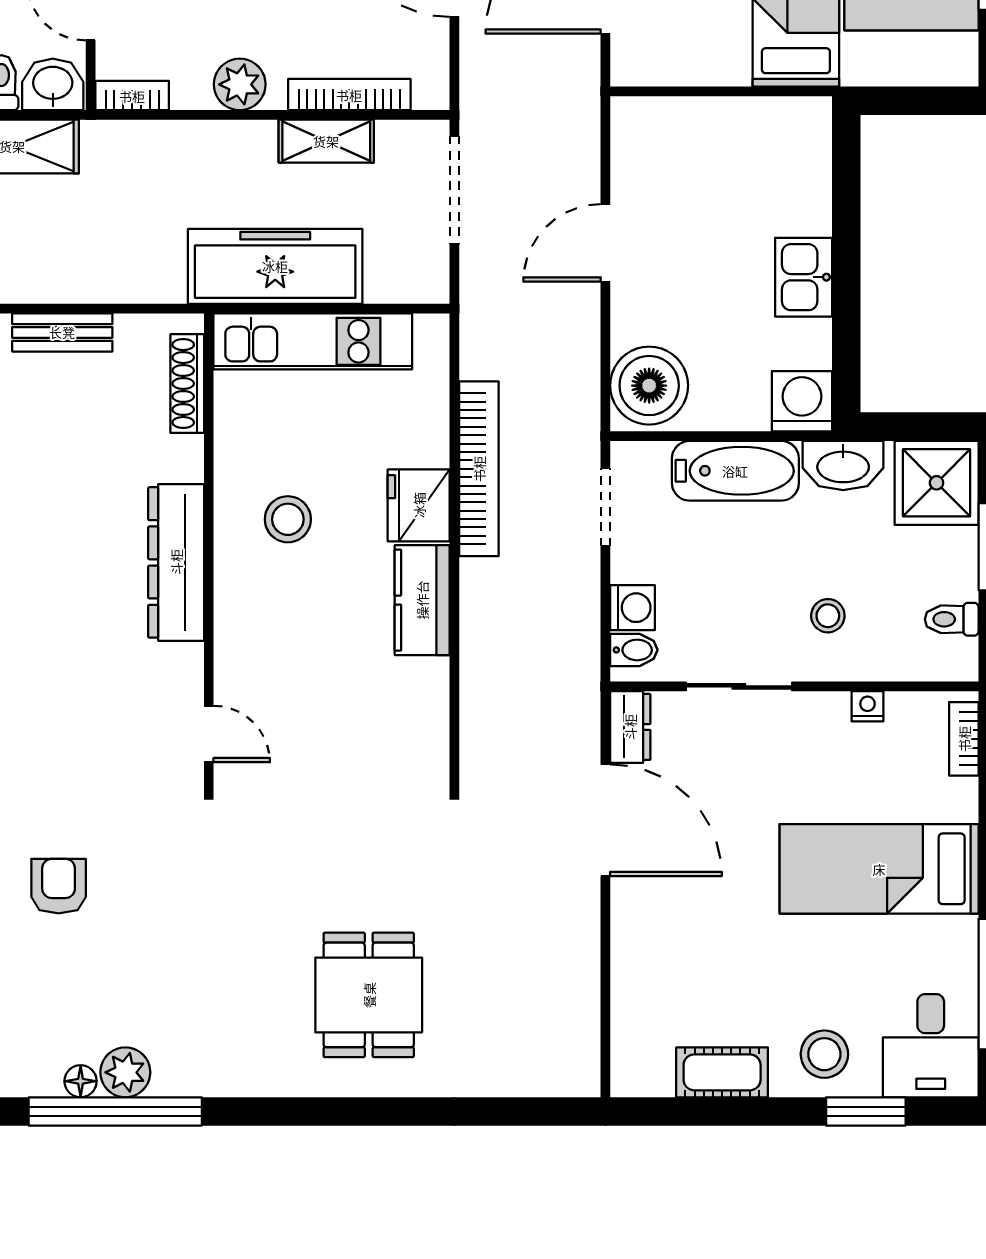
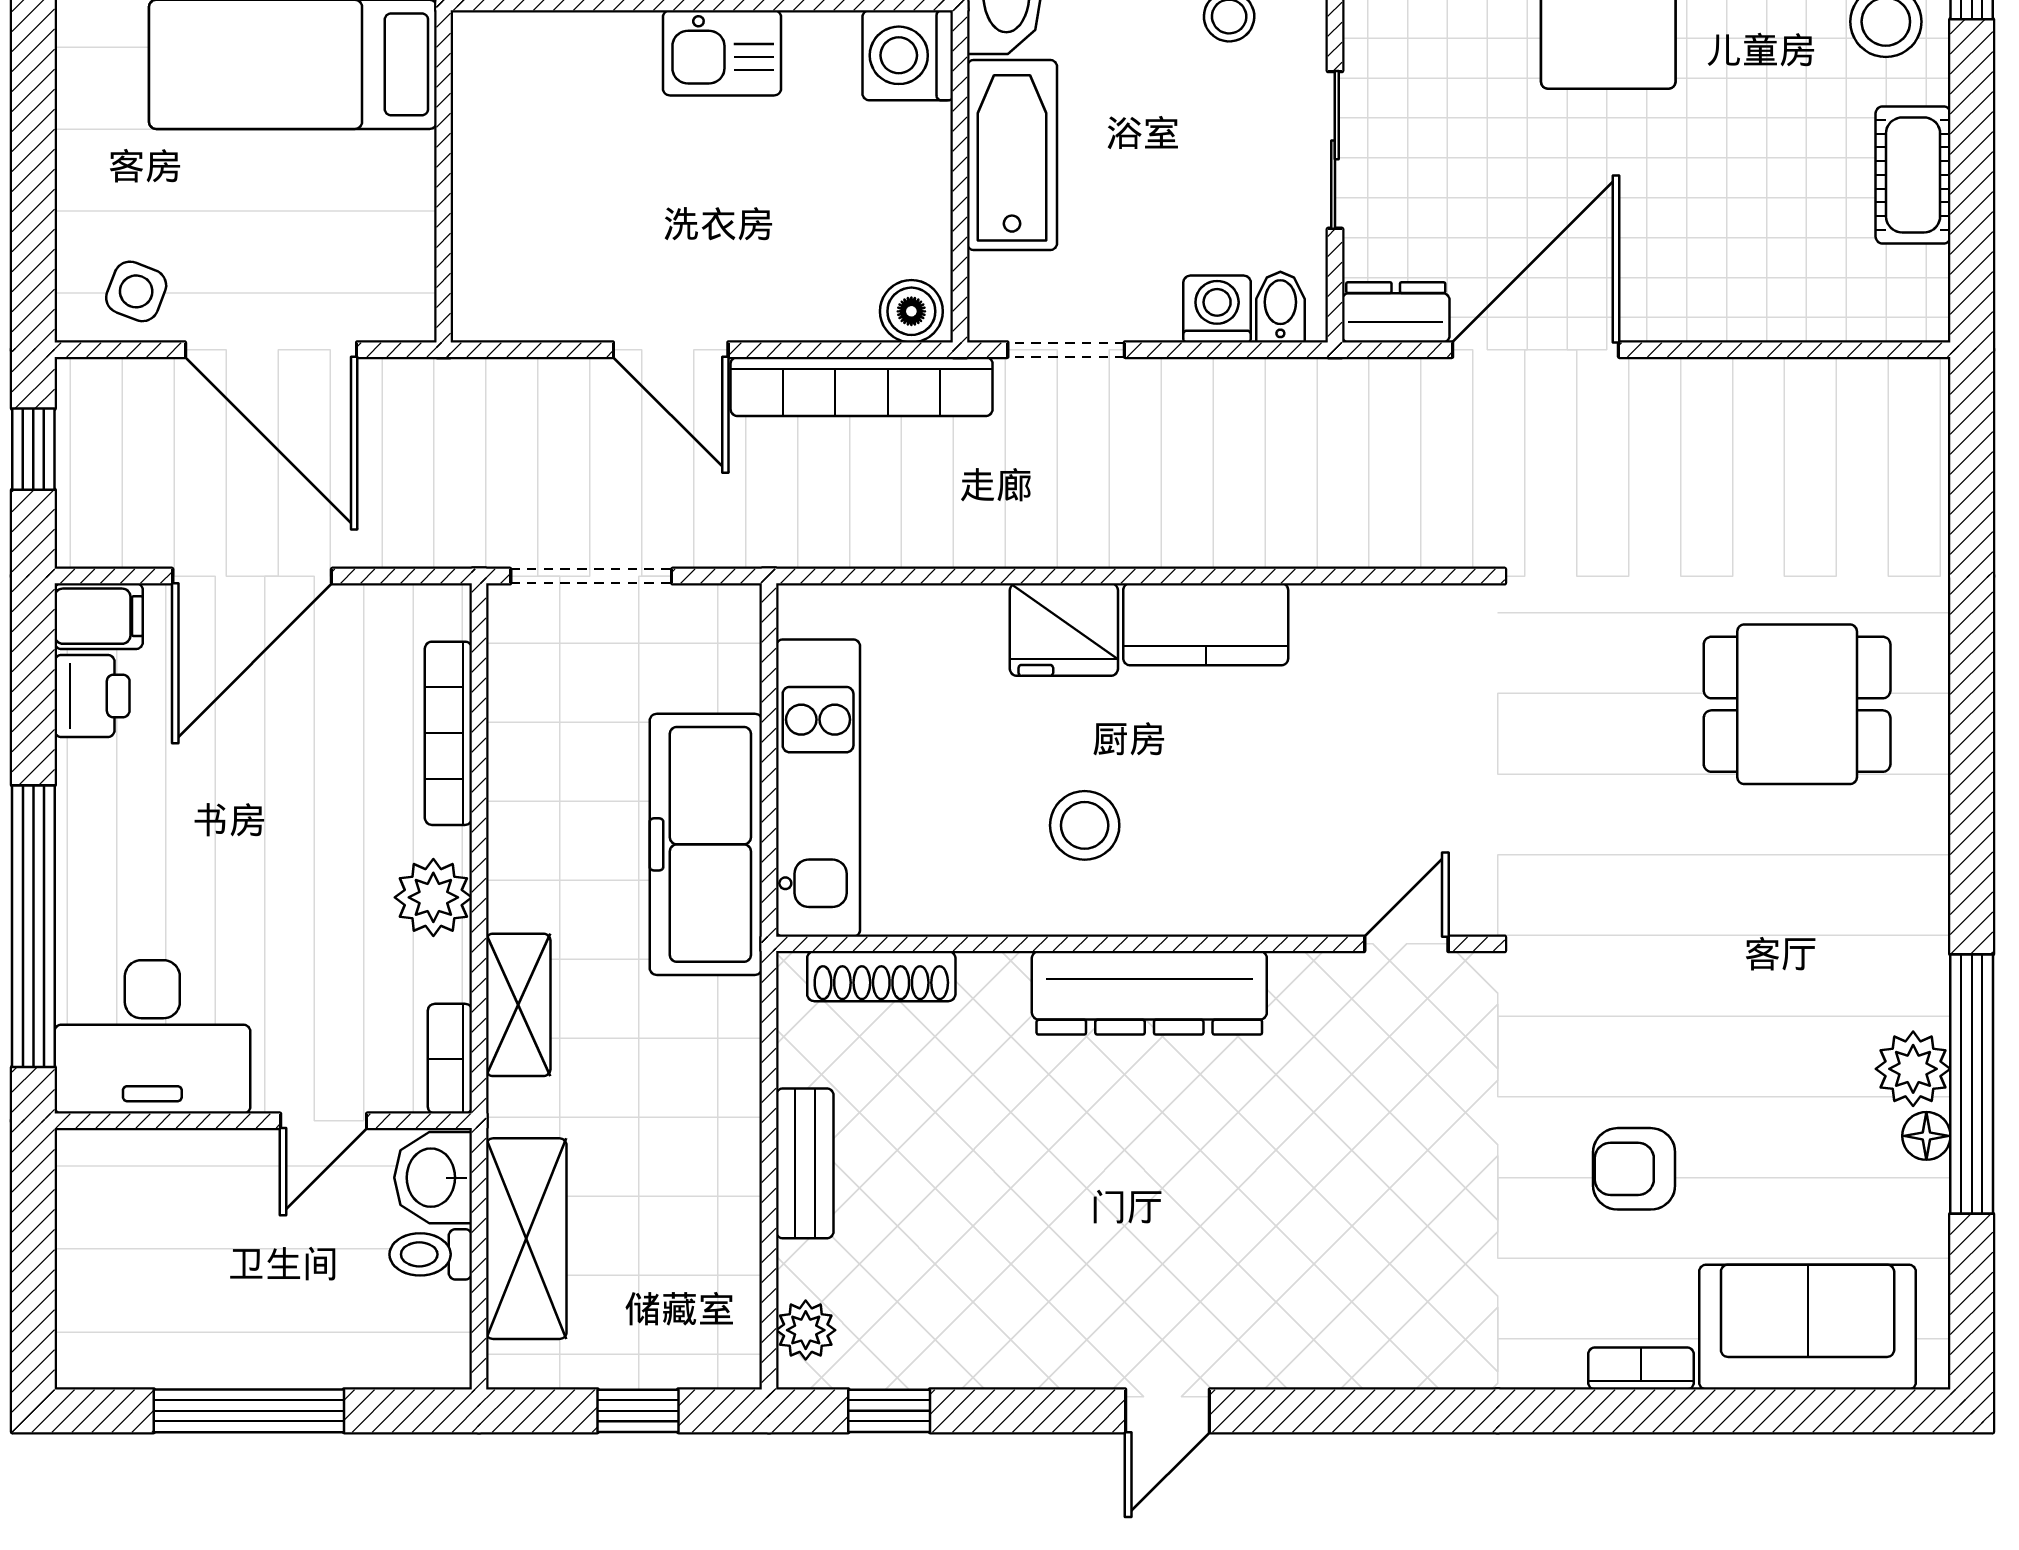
shelving: (326, 141) -> (518, 1005), moved
boiler: (649, 386) -> (911, 311), width x0.54, depth x0.54
bookcase: (479, 469) -> (862, 386), moved, turned 180

